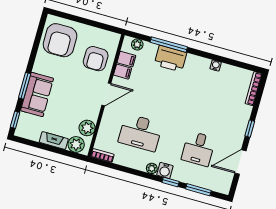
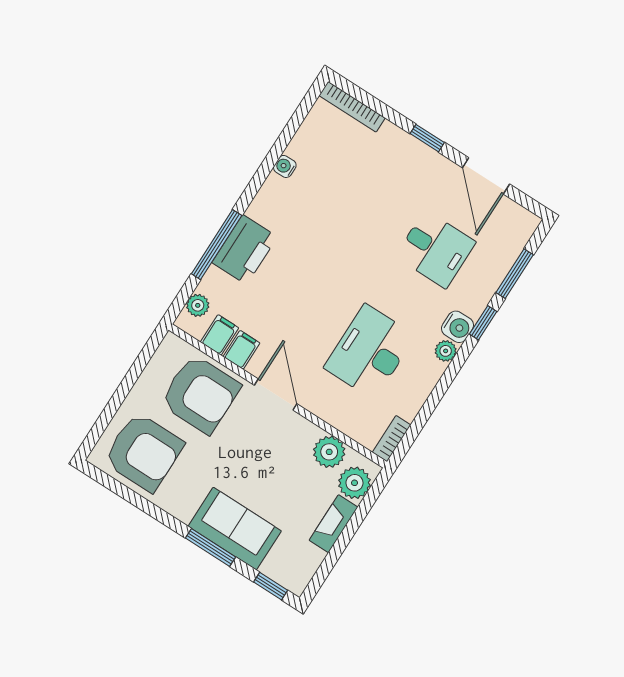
armchair: (96, 59) -> (200, 394), width x1.36, depth x1.36
desk: (140, 133) -> (370, 352), turned 180

